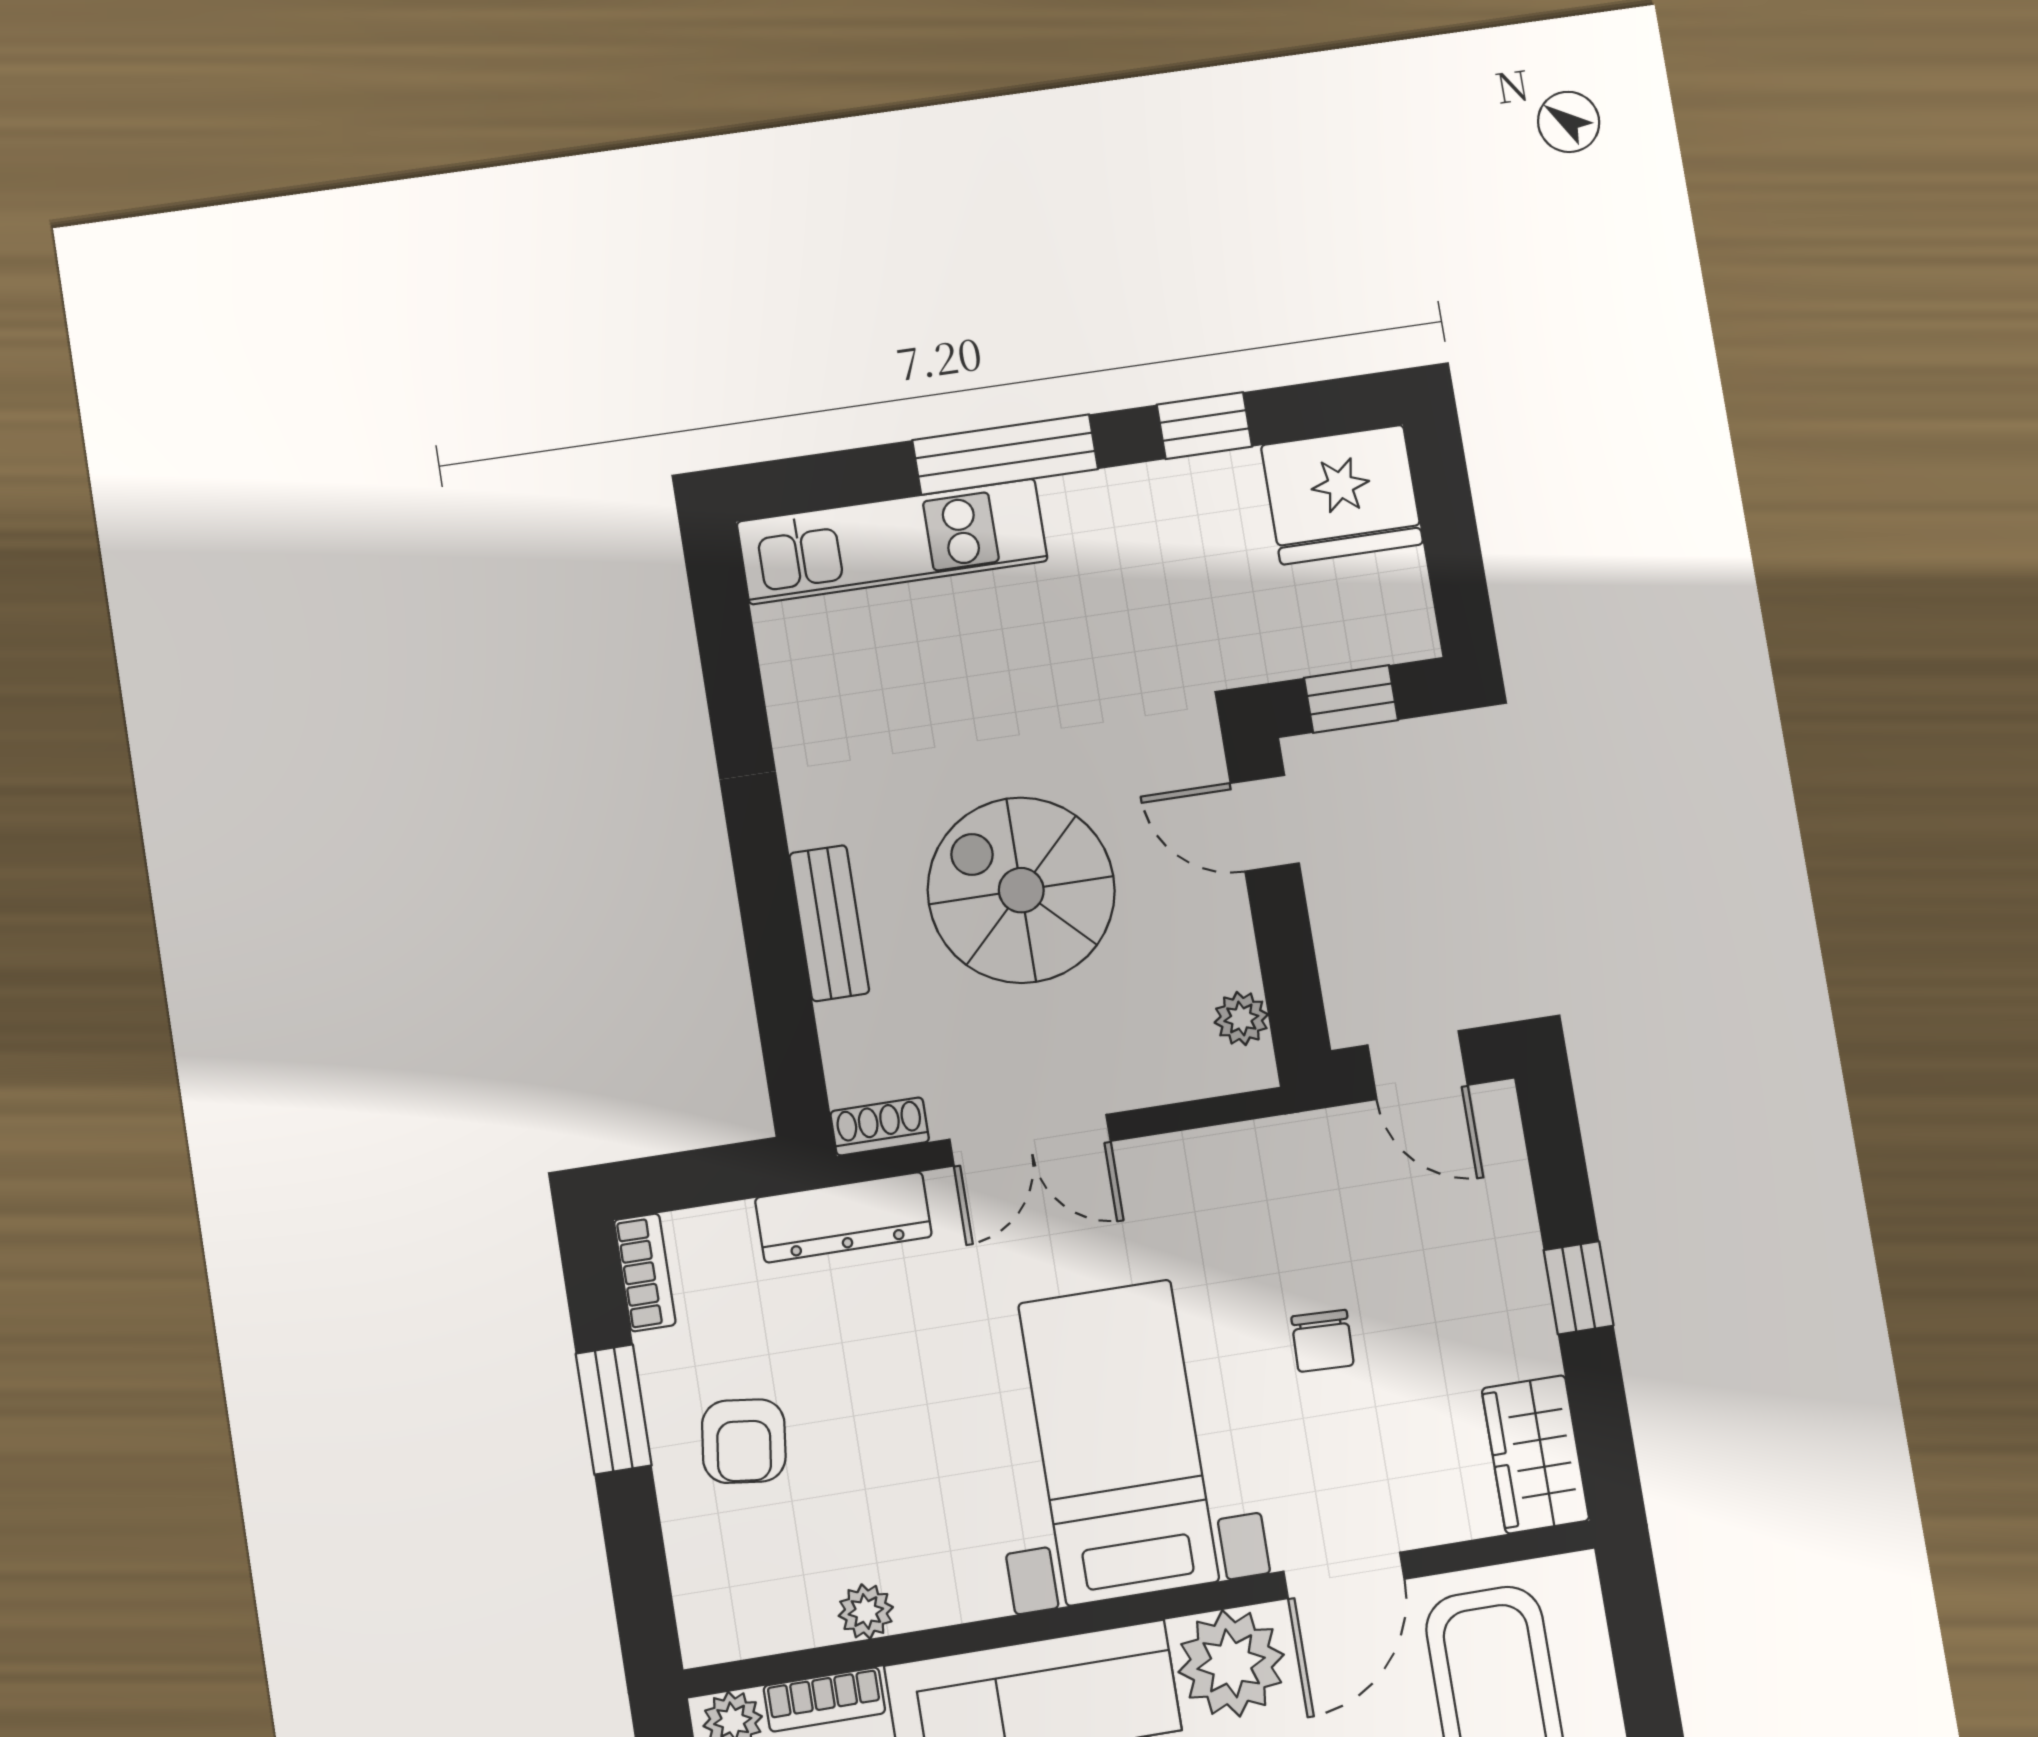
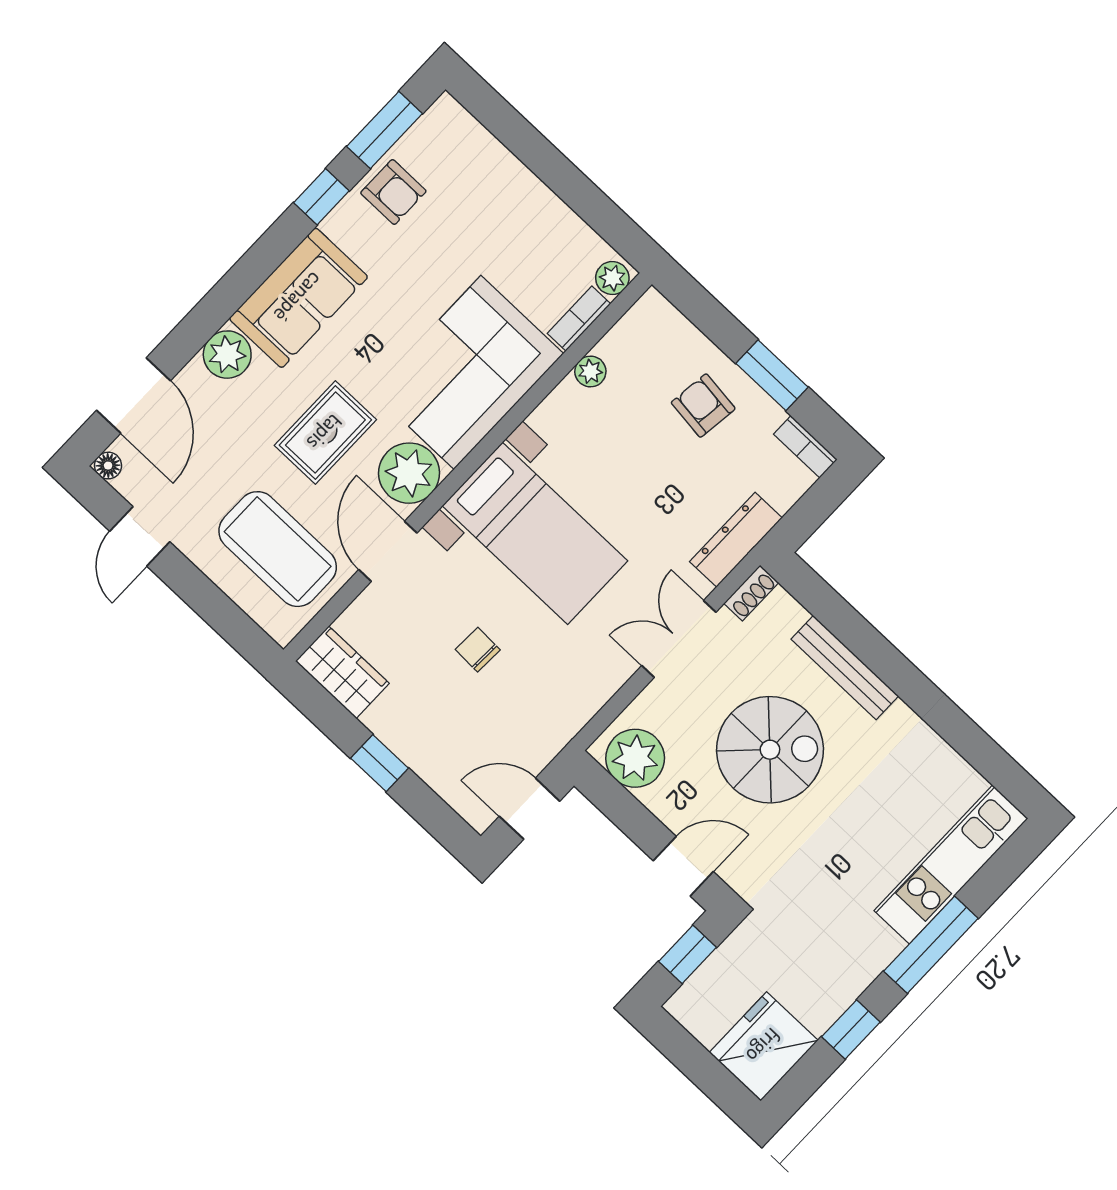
bench: (829, 923) -> (845, 668), width x1.36
plant: (1241, 1018) -> (635, 758), width x1.88, depth x1.88

